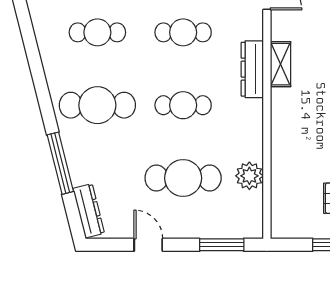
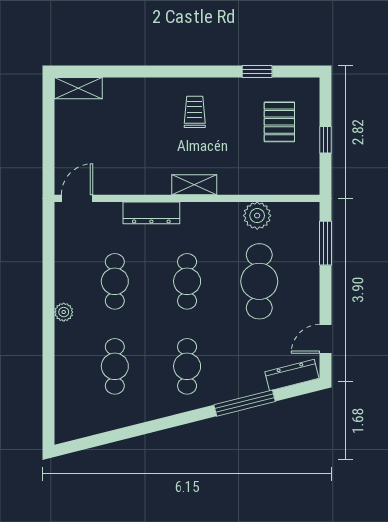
shelving: (281, 64) -> (194, 185), moved
cafe table: (97, 105) -> (187, 366), width x0.73, depth x0.74
door: (148, 245) -> (326, 339), moved

